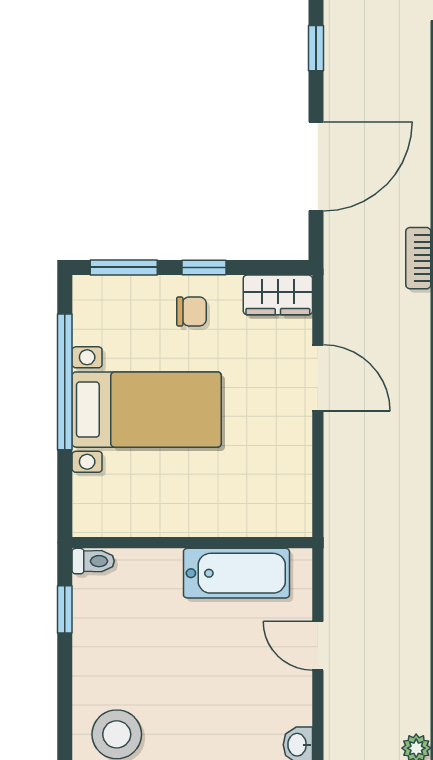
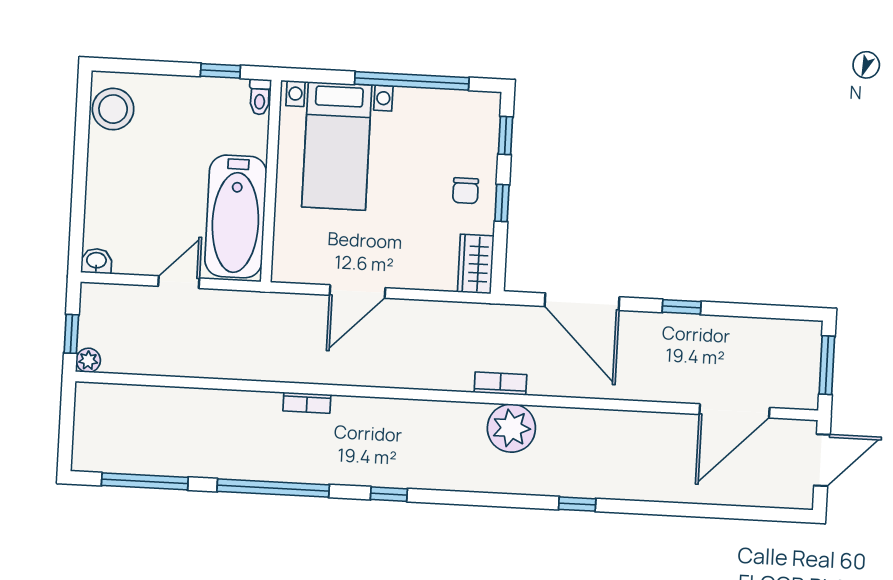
window: (124, 267) -> (506, 135), width x0.67
door: (318, 378) -> (357, 292), moved
bed with nightstands: (147, 410) -> (337, 146), moved
bathtub: (236, 573) -> (236, 216), width x1.36, depth x1.36

